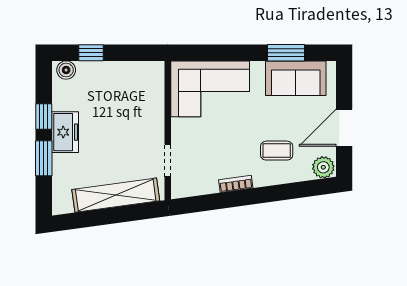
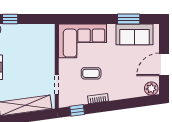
coffee table: (277, 151) -> (91, 73), moved
window: (201, 203) -> (77, 110), added

